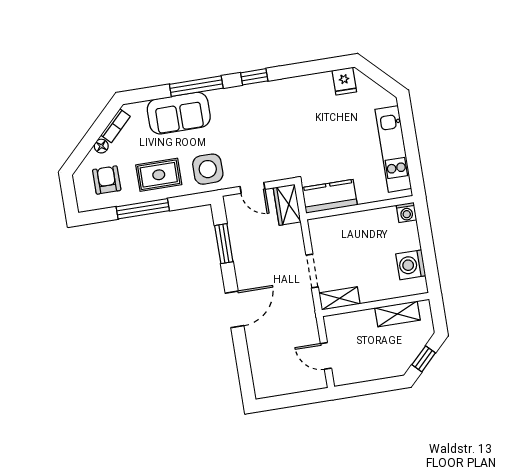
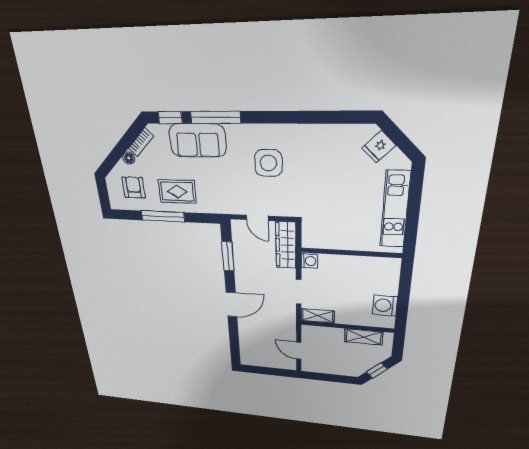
window: (254, 77) -> (170, 117), moved
fridge: (344, 81) -> (379, 147), moved, turned 45
side table: (208, 169) -> (268, 163), moved
kitchen counter: (330, 196) -> (325, 238), removed
wardrobe: (287, 205) -> (286, 245), width x1.50
washing machine: (406, 212) -> (309, 261), moved, turned -90

